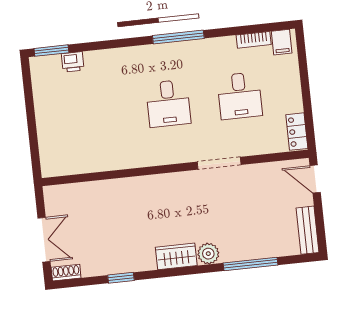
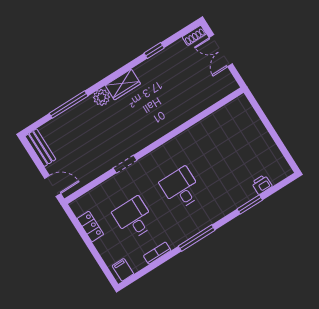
bookcase: (254, 40) -> (157, 253), moved
window: (51, 51) -> (250, 204), moved
locker: (297, 132) -> (90, 226), moved
doorway: (219, 163) -> (125, 164), width x0.73

